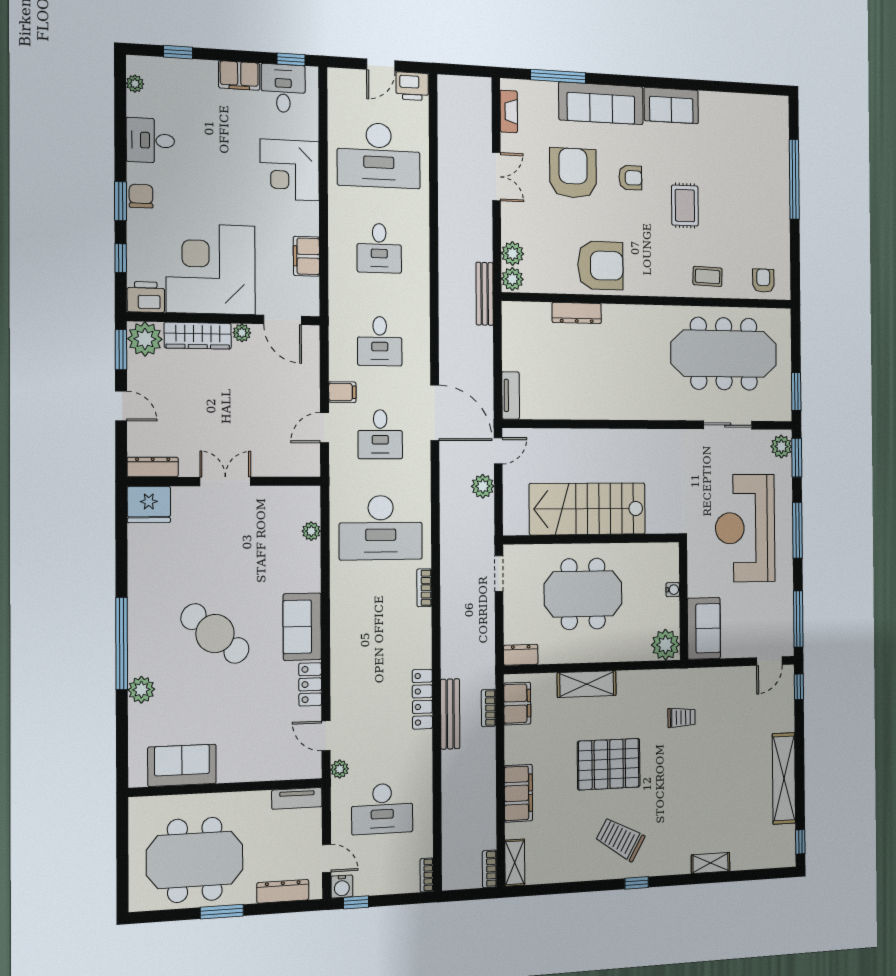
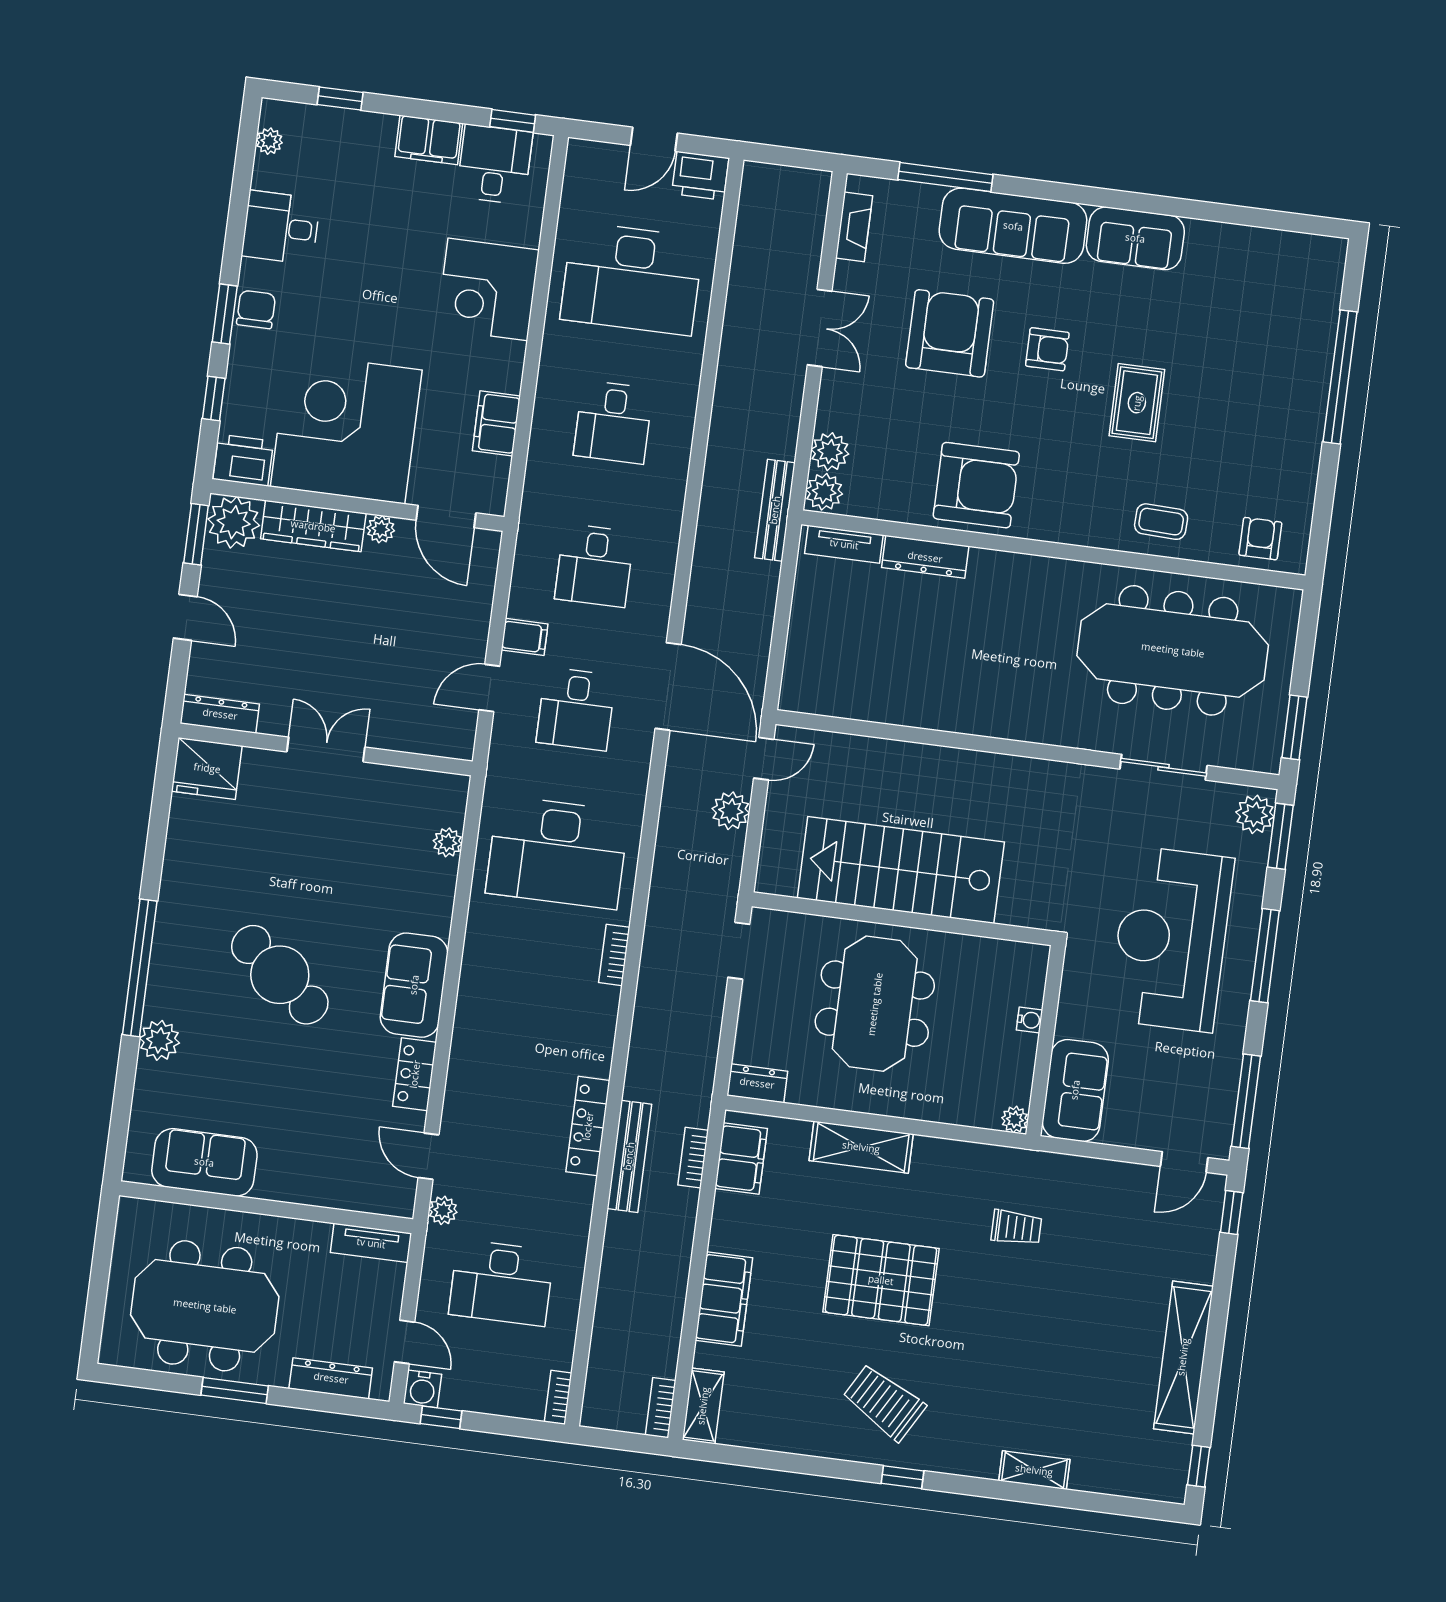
tv unit: (511, 395) -> (844, 544), moved, turned 90
meeting table: (583, 594) -> (875, 1004), turned 90
plant: (666, 645) -> (1015, 1119), width x0.53, depth x0.53

